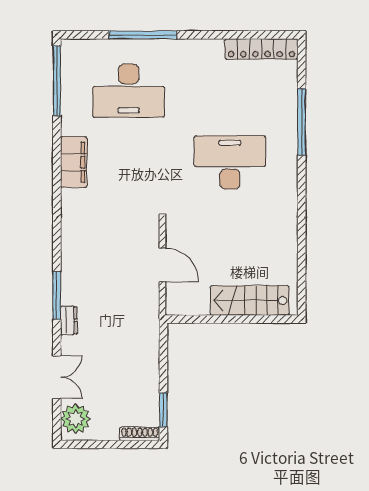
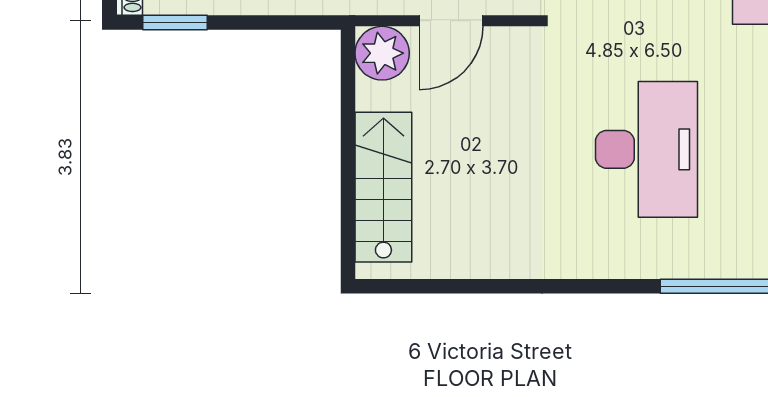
plant: (179, 301) -> (382, 53), added

